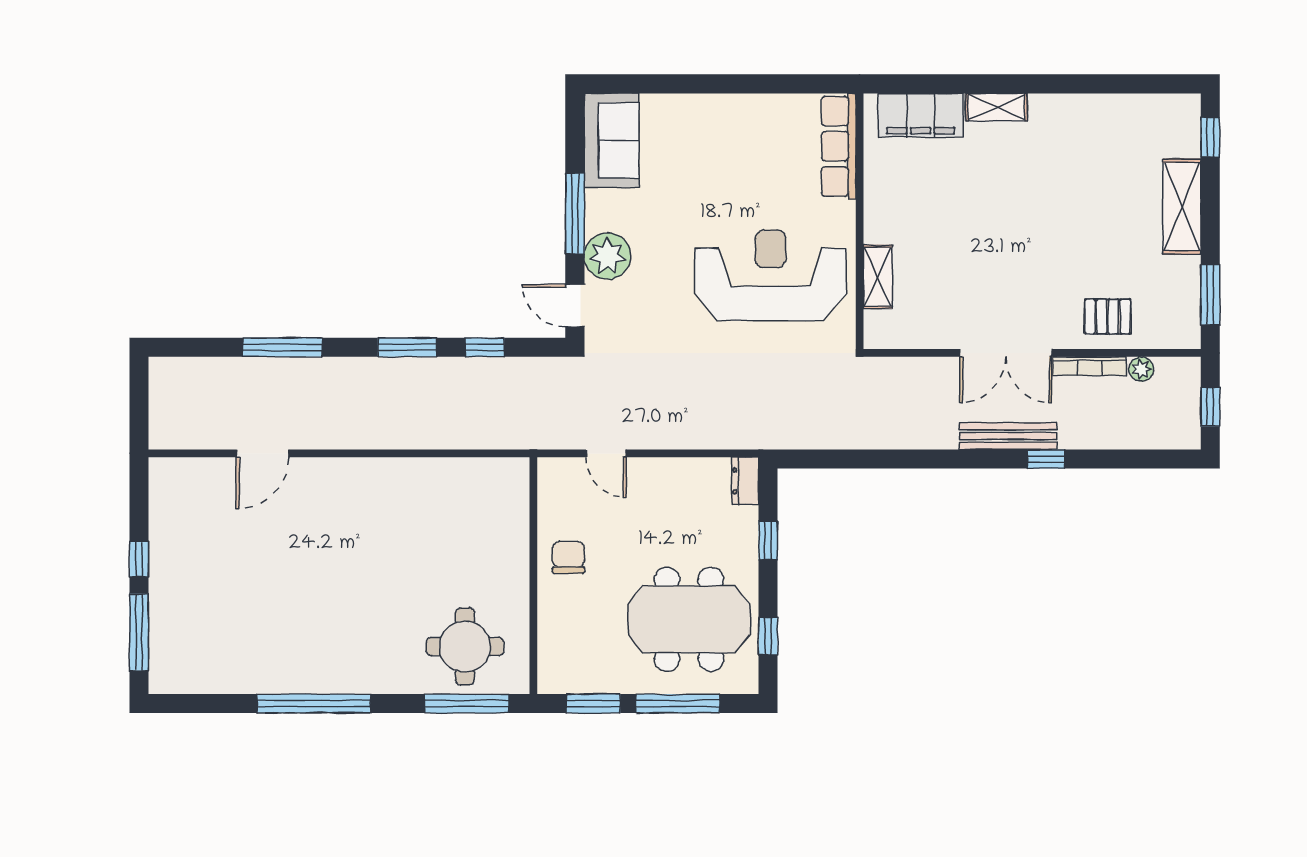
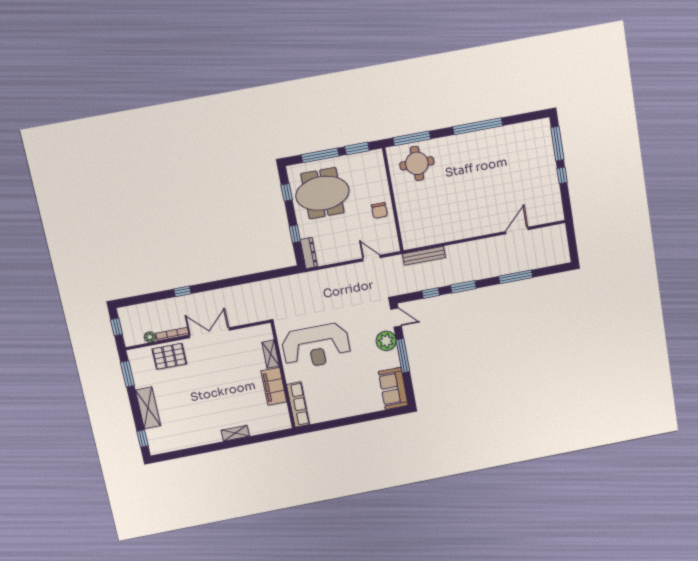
filing cabinet: (921, 115) -> (274, 386), moved, turned -90
pallet: (1108, 317) -> (169, 356), width x1.50, depth x1.42
bench: (1008, 436) -> (424, 256), moved
dresser: (745, 481) -> (309, 253), width x1.44

